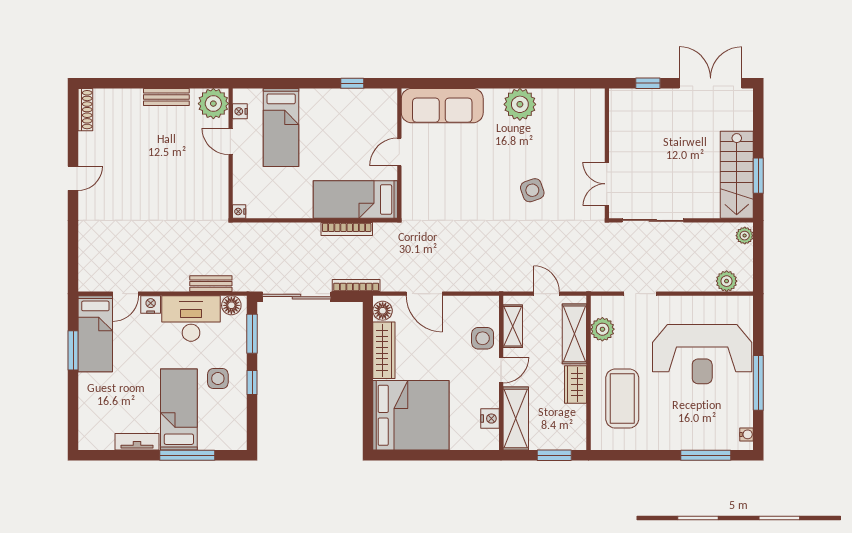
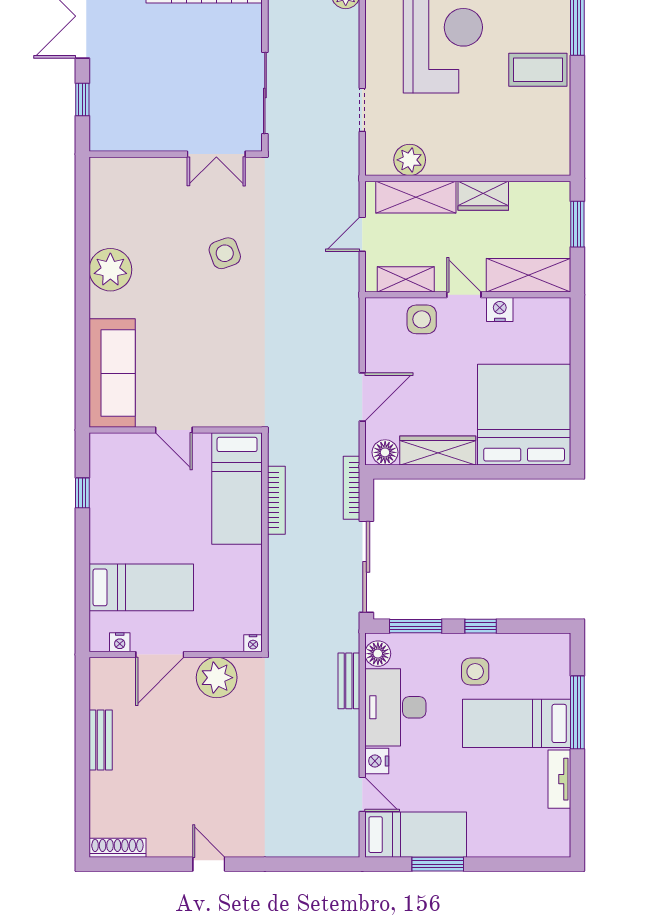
plant: (213, 104) -> (217, 678), moved
door: (231, 141) -> (160, 655), width x1.38
coffee table: (622, 399) -> (538, 70), moved, width x0.73, depth x0.76
nightstand: (490, 419) -> (500, 310), moved

